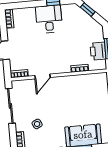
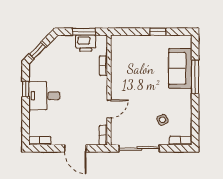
door: (43, 76) -> (109, 109), hinge flipped

